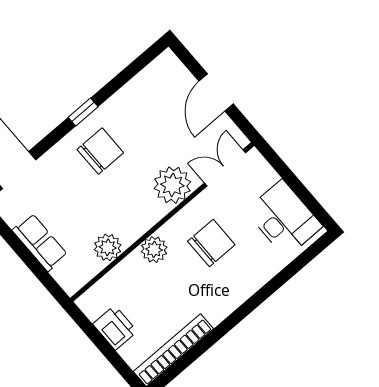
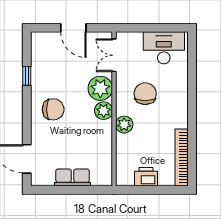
window: (83, 112) -> (27, 76), moved
chair: (100, 151) -> (53, 109), turned 90
plant: (108, 247) -> (104, 111), moved

